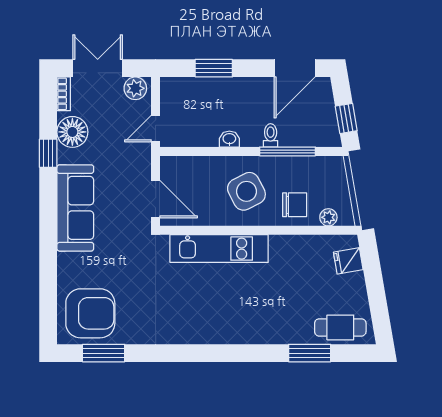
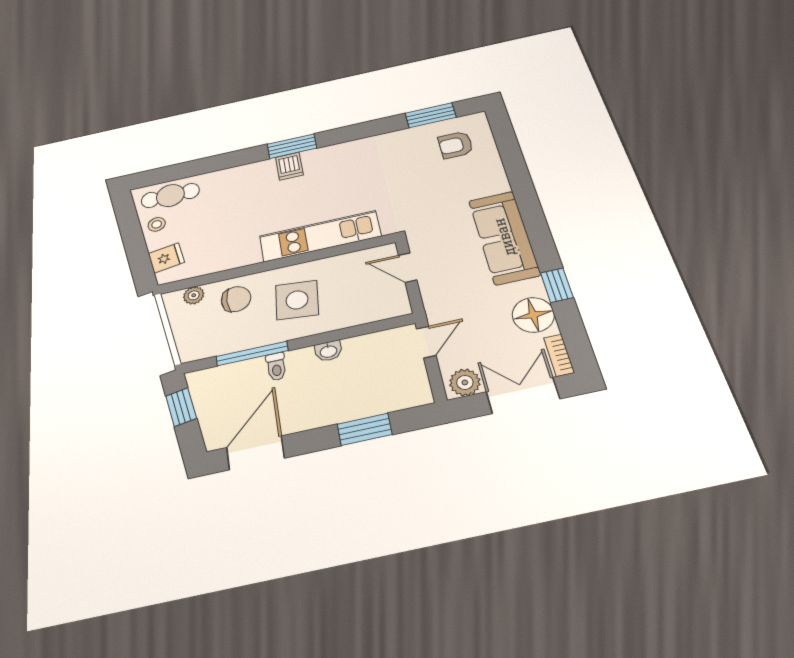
double door: (98, 68) -> (523, 395), swing flipped
side table: (246, 191) -> (297, 300), turned 33
door: (156, 199) -> (408, 268), width x0.73
chair: (295, 205) -> (236, 299), turned 180
stool: (354, 299) -> (157, 224), added
armchair: (90, 313) -> (456, 145), width x0.53, depth x0.53
dishwasher: (234, 331) -> (289, 166), added
window: (310, 353) -> (292, 146), moved

